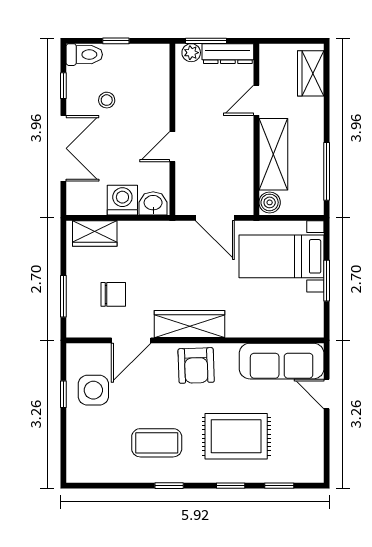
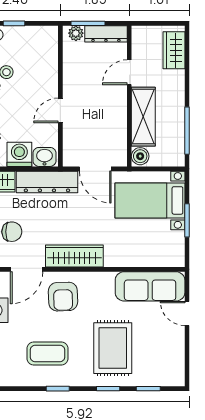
dresser: (156, 234) -> (47, 182), added
armchair: (196, 365) -> (63, 297), moved
rug: (236, 436) -> (113, 348), turned 90

